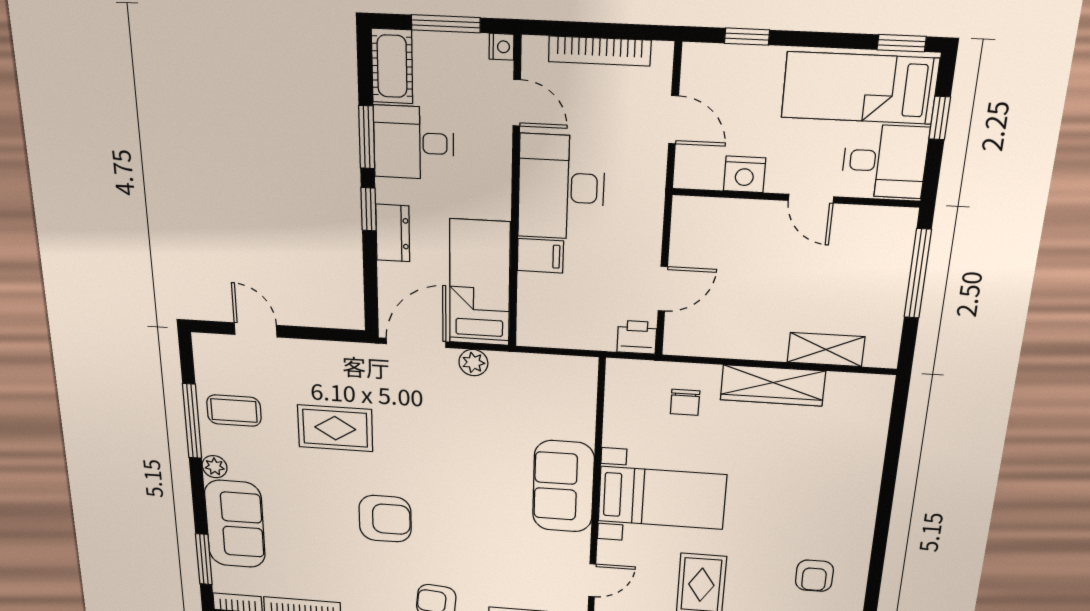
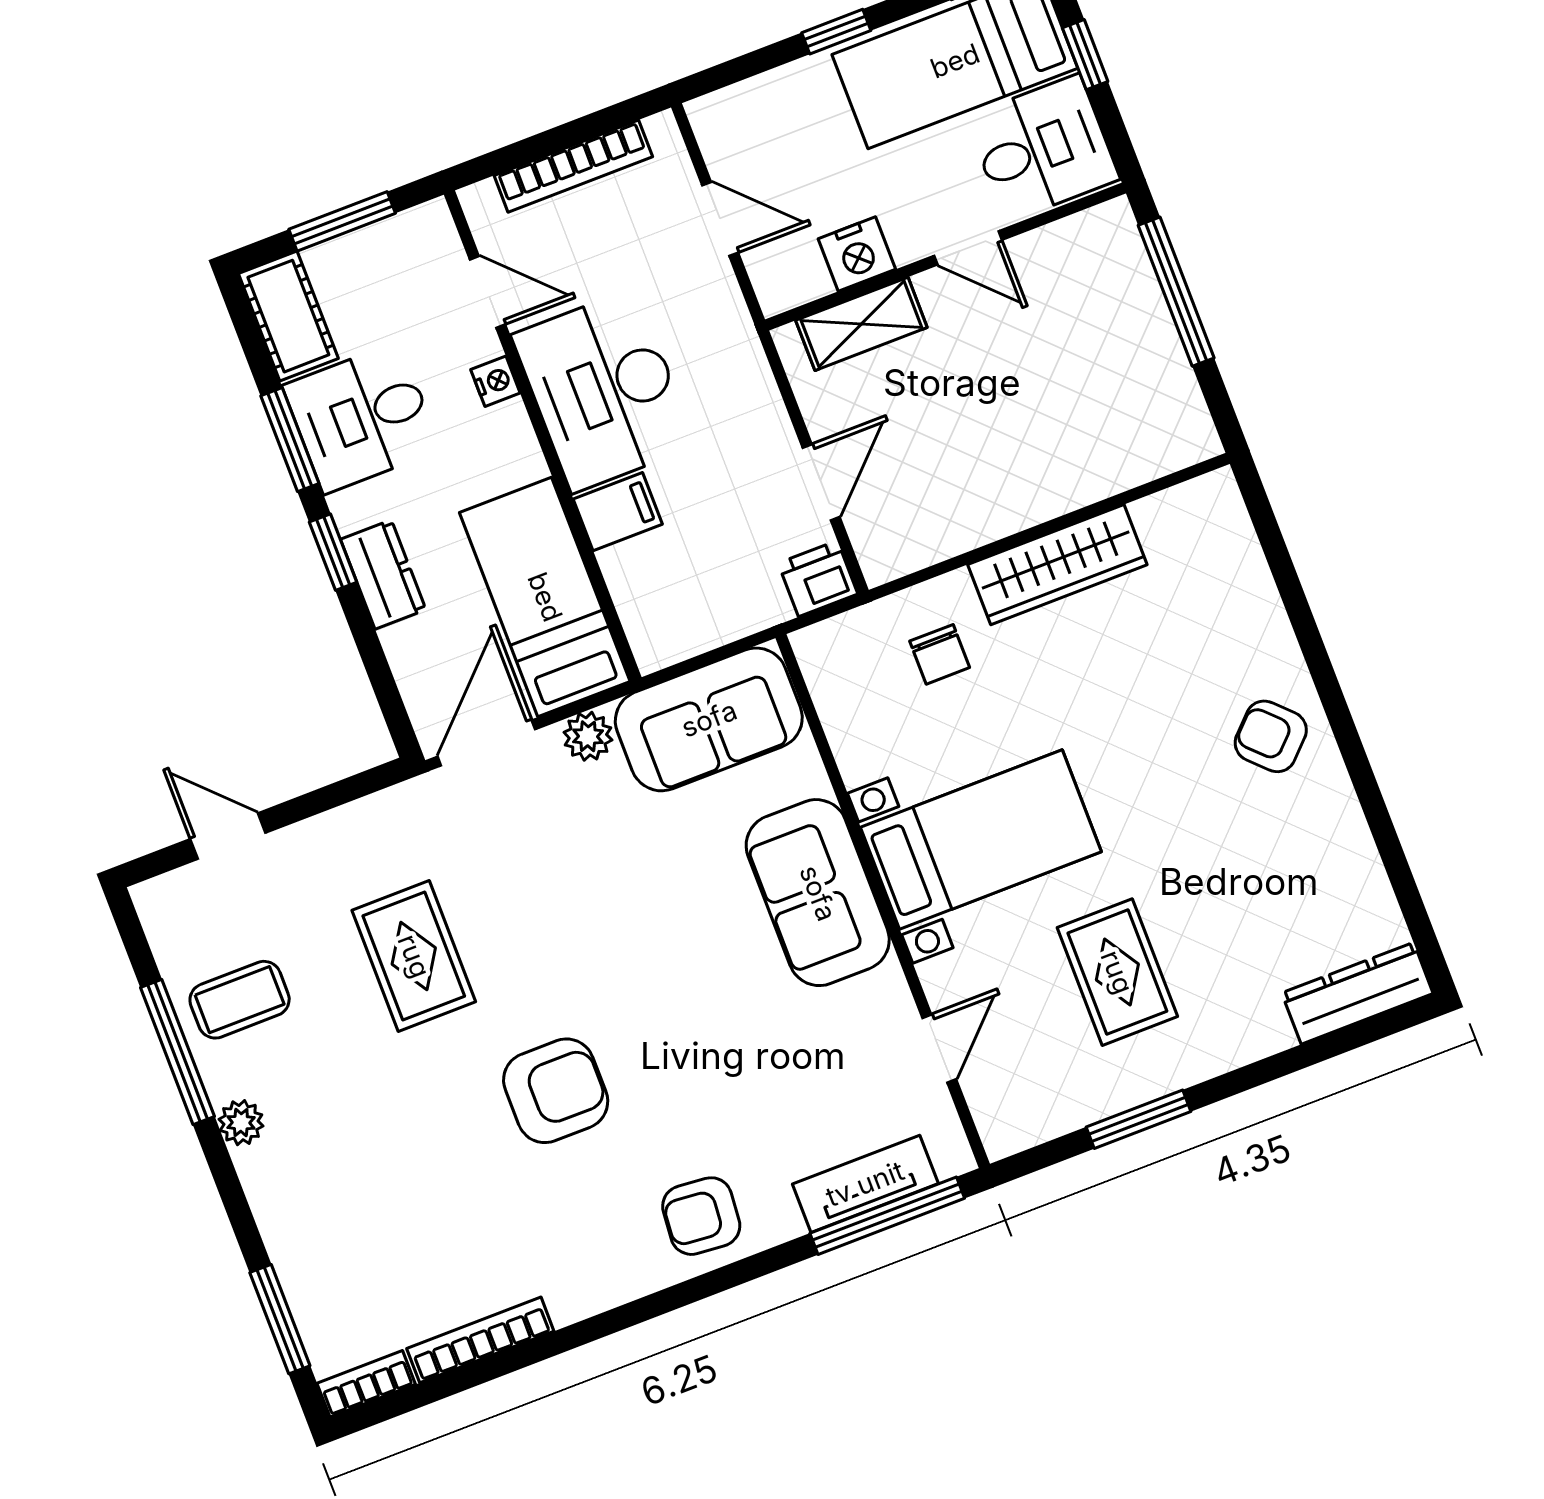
window: (747, 37) -> (836, 32), moved
nightstand: (502, 47) -> (495, 381), moved
shelving: (826, 350) -> (861, 324), moved
rug: (335, 428) -> (414, 956), turned 90
sofa: (235, 524) -> (709, 719), moved, turned 90
armchair: (814, 576) -> (1271, 736), moved, turned 135

